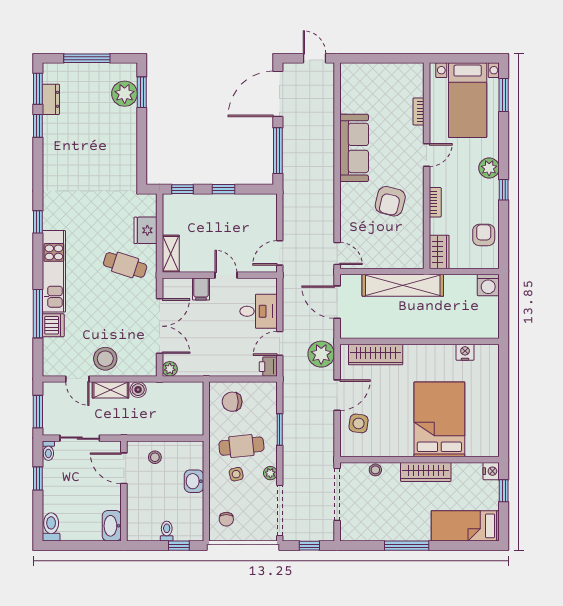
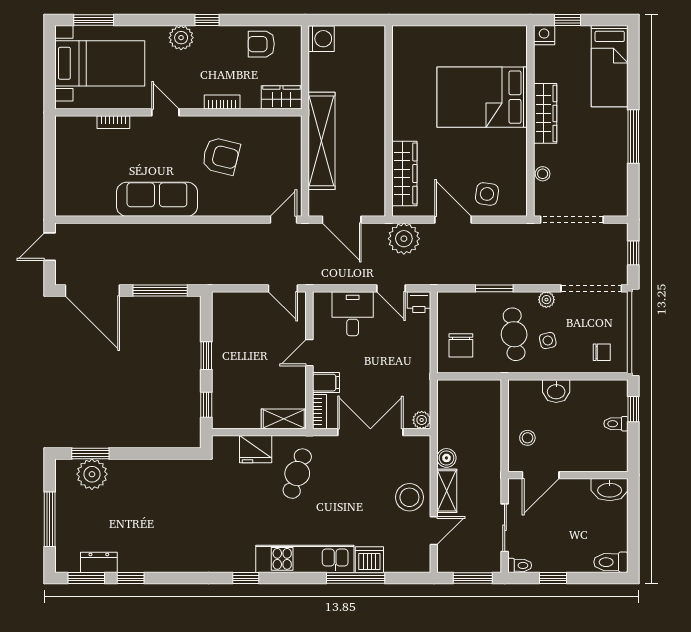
bookcase: (177, 284) -> (319, 412), added
door: (337, 302) -> (342, 220), hinge flipped
nightstand: (465, 352) -> (402, 66), removed

